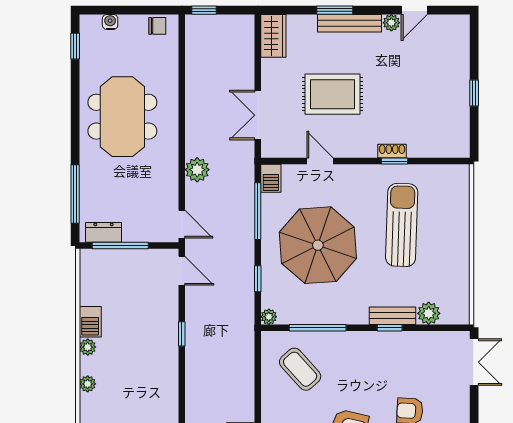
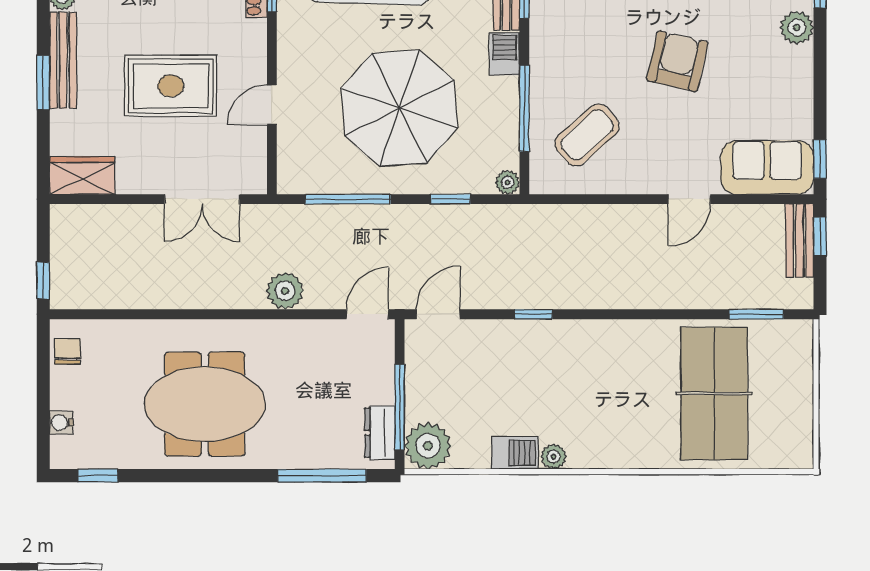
rug: (333, 94) -> (171, 86), turned 90
barbecue: (271, 178) -> (504, 54), moved, turned -90
plant: (88, 384) -> (428, 446), moved, width x1.88, depth x1.88

